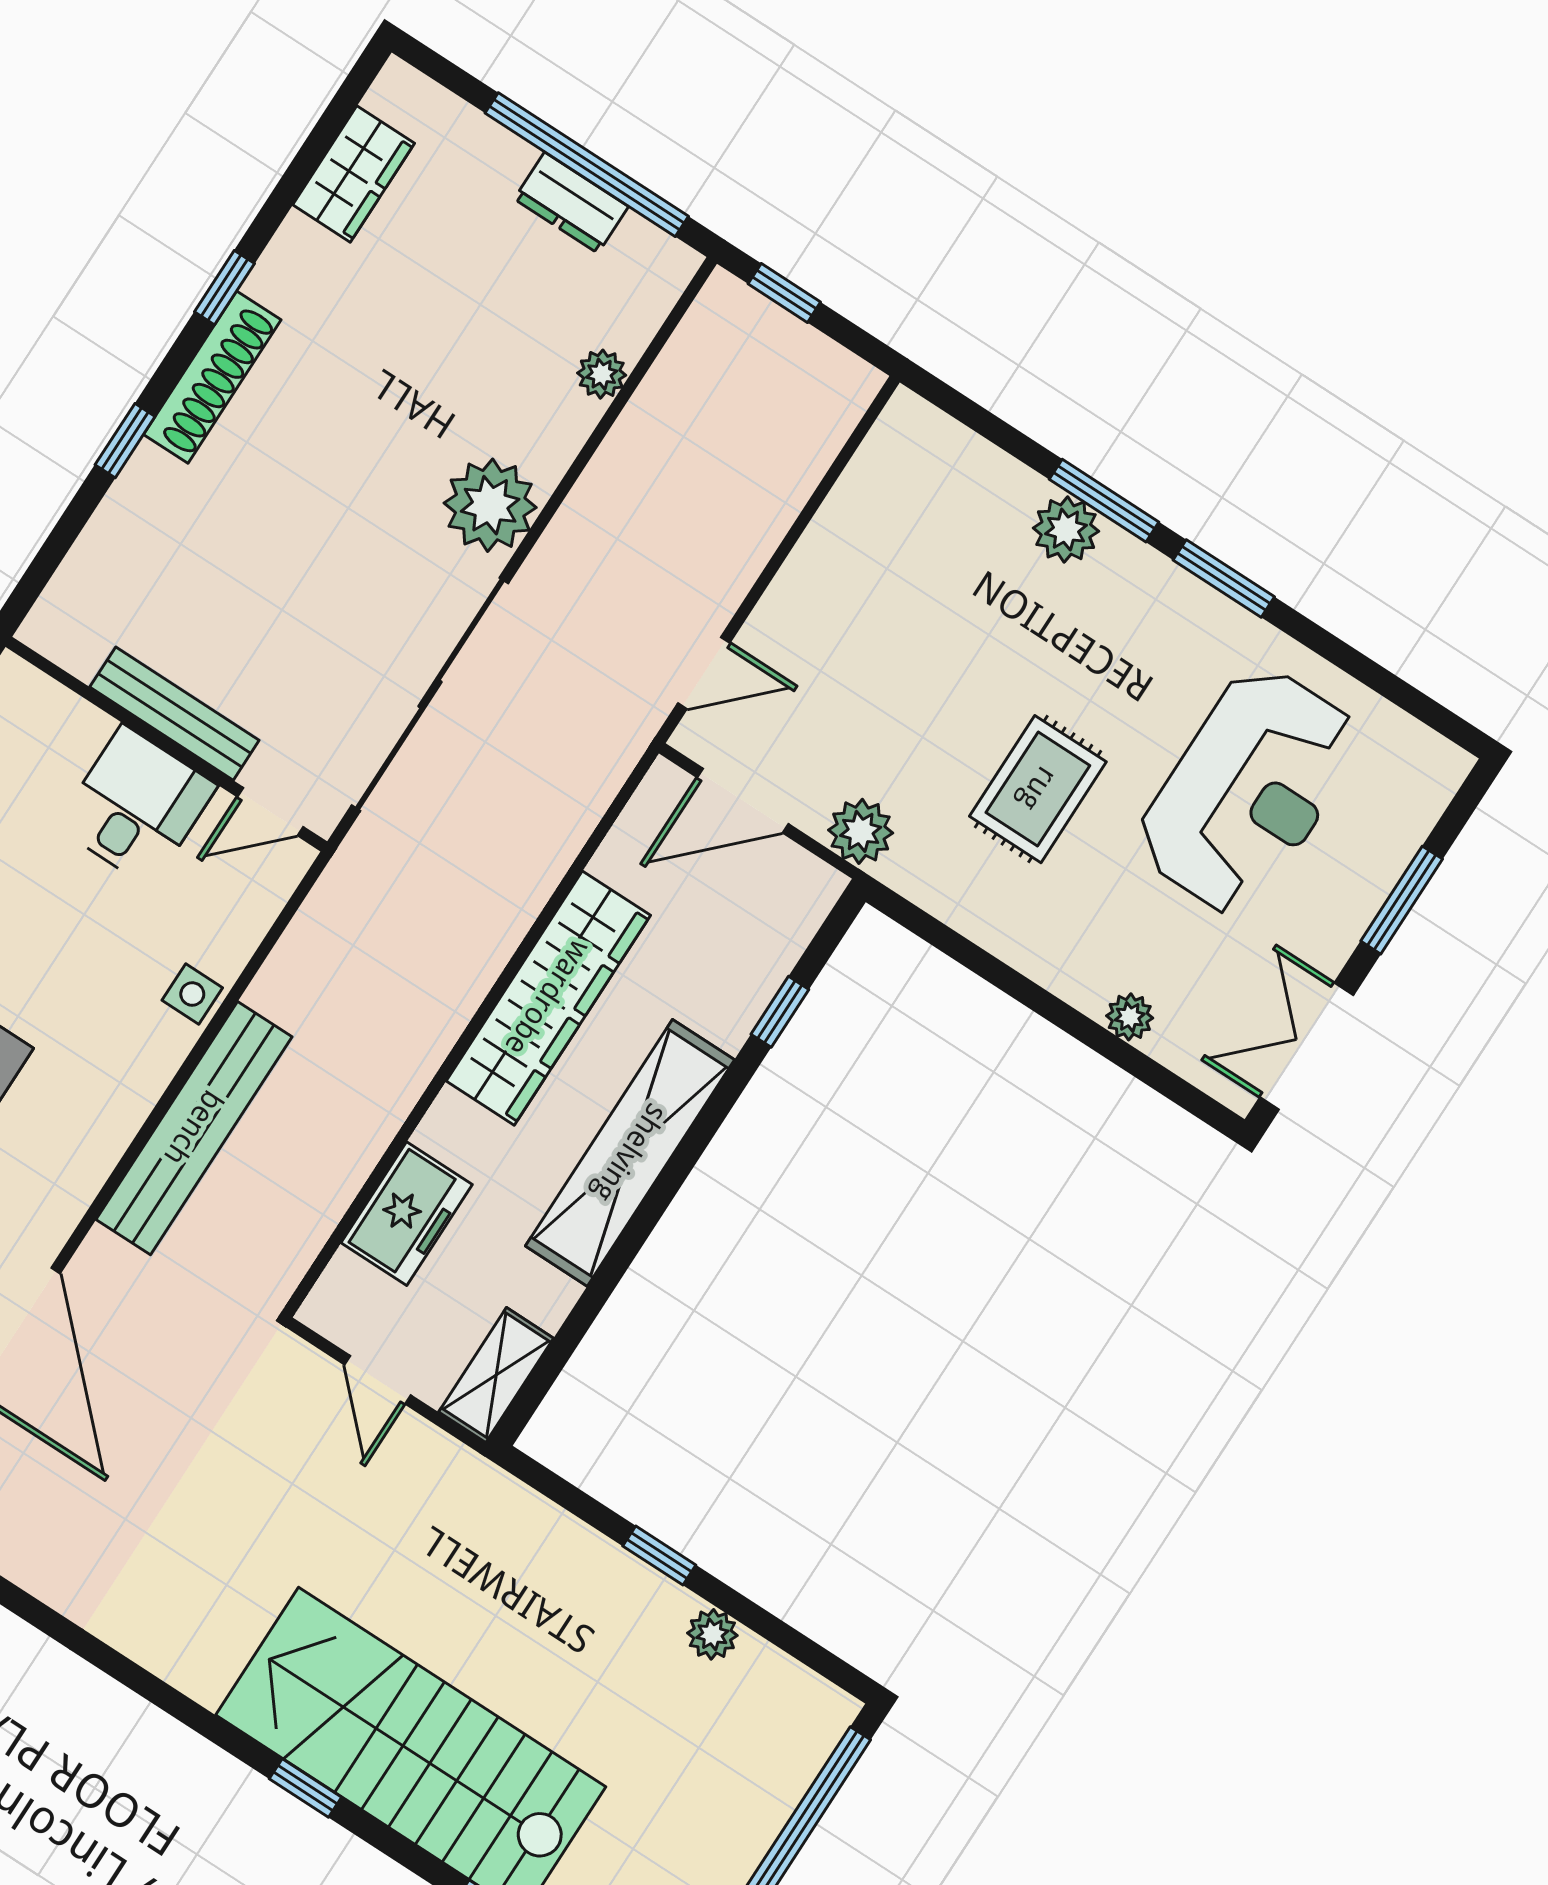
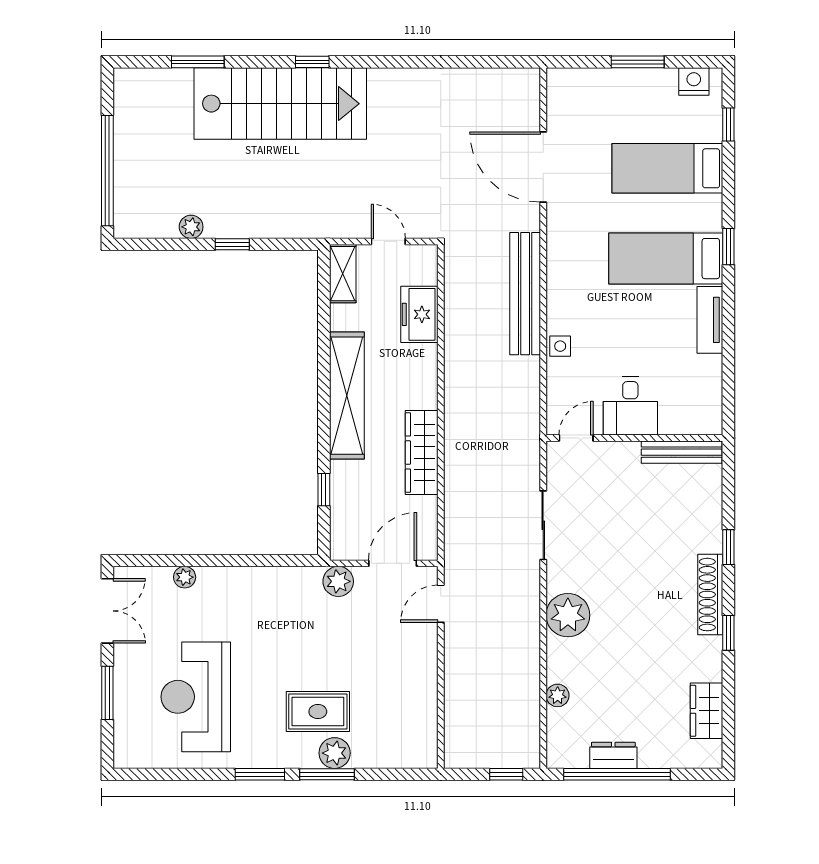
sliding door: (430, 694) -> (543, 525), width x0.54
bench: (174, 714) -> (682, 452), moved
rug: (1038, 789) -> (318, 712), moved, turned 90
wardrobe: (548, 998) -> (422, 453), width x0.71, depth x0.85

